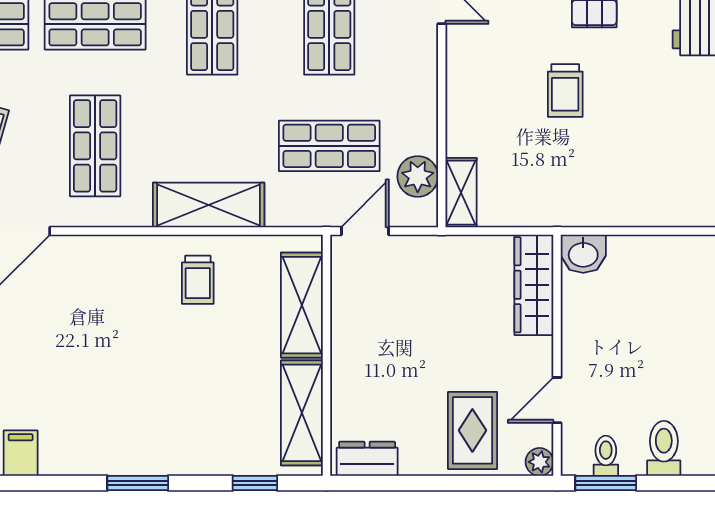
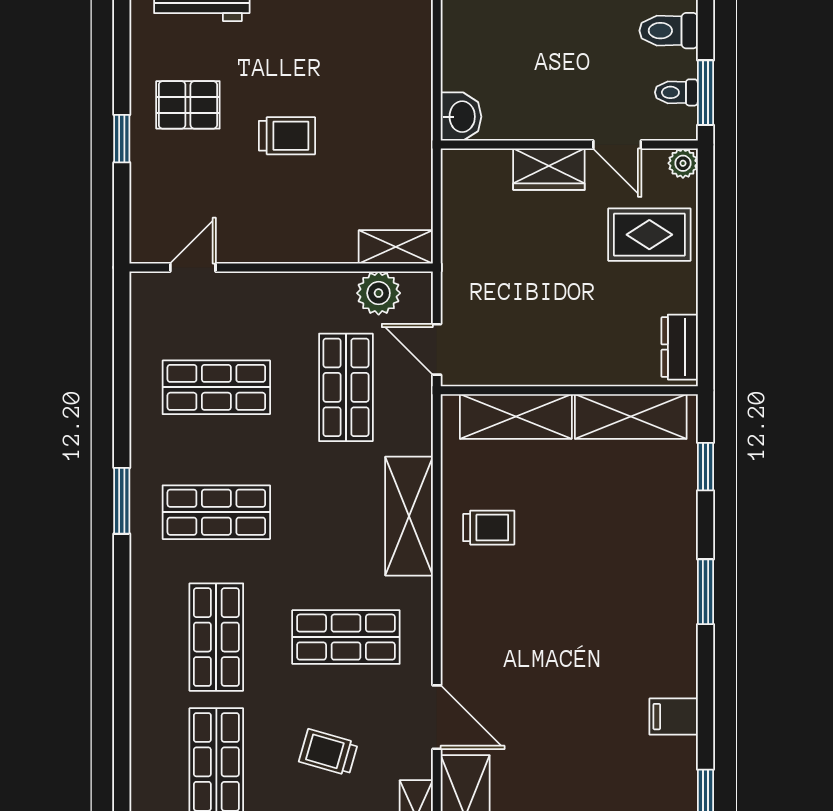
wardrobe: (534, 285) -> (549, 169), moved, width x0.67

